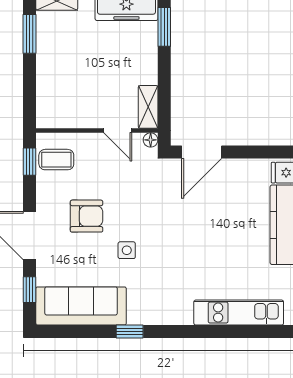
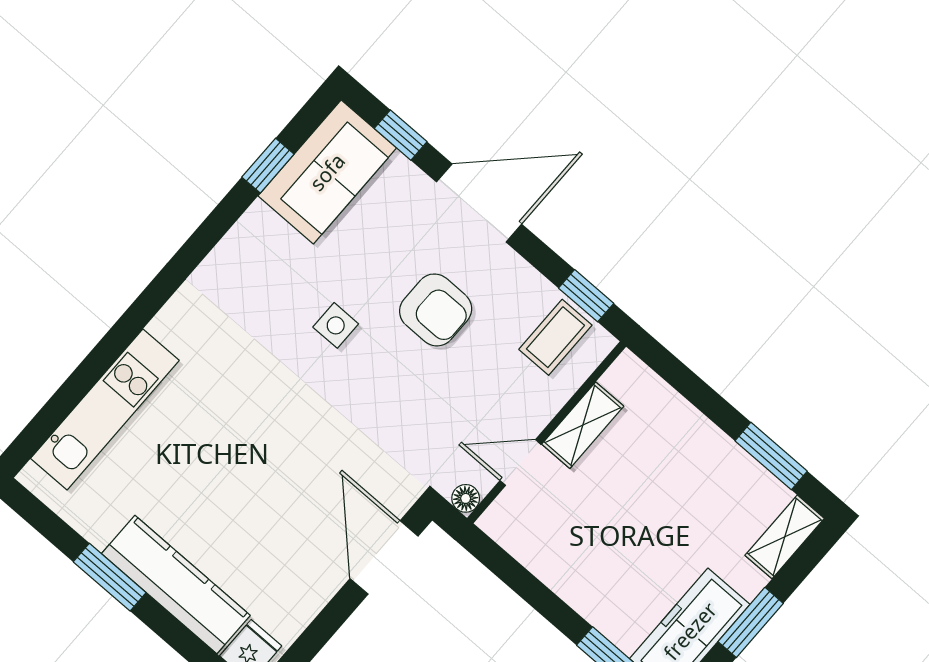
shelving: (148, 107) -> (583, 425), moved, turned 90
armchair: (86, 216) -> (436, 310), turned -90
sofa: (81, 306) -> (327, 172), width x0.73
window: (130, 332) -> (268, 166), moved

